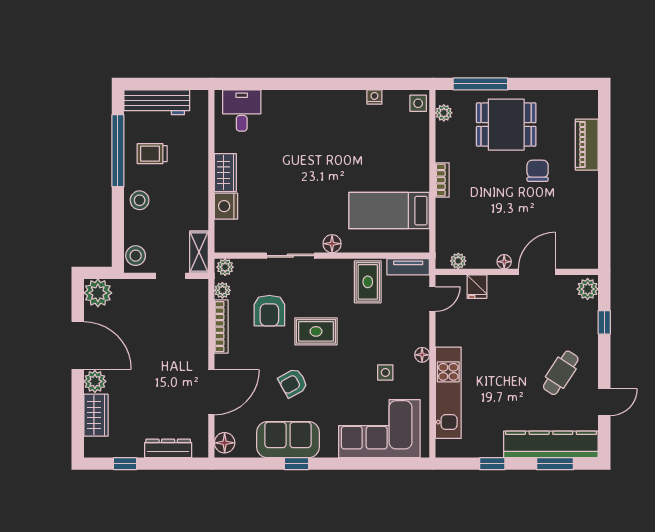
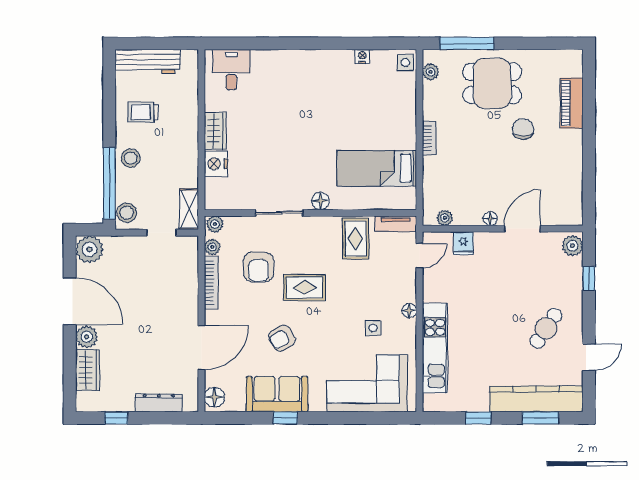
window: (118, 151) -> (109, 183), moved

